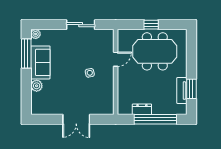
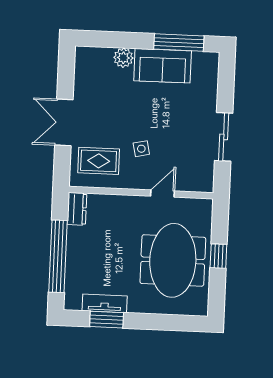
plant: (36, 34) -> (211, 60), removed
door: (116, 59) -> (163, 194), swing flipped
rug: (98, 98) -> (99, 161), added
dresser: (142, 109) -> (77, 209), moved

